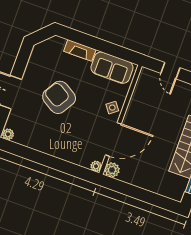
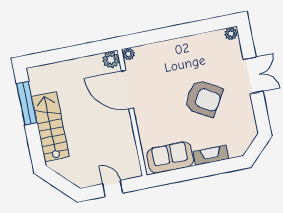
side table: (112, 108) -> (147, 119), removed
door: (113, 139) -> (127, 90), hinge flipped

